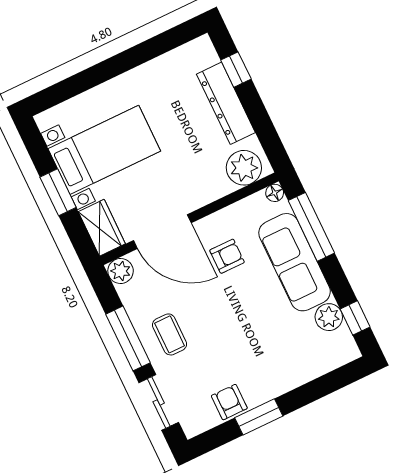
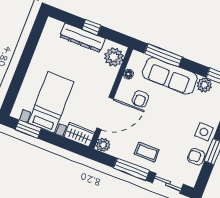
window: (236, 70) -> (91, 27), moved
window: (58, 192) -> (28, 129), moved
floor lamp: (275, 193) -> (128, 74), moved
armchair: (227, 256) -> (140, 99), turned 180
side table: (270, 379) -> (204, 132), added

